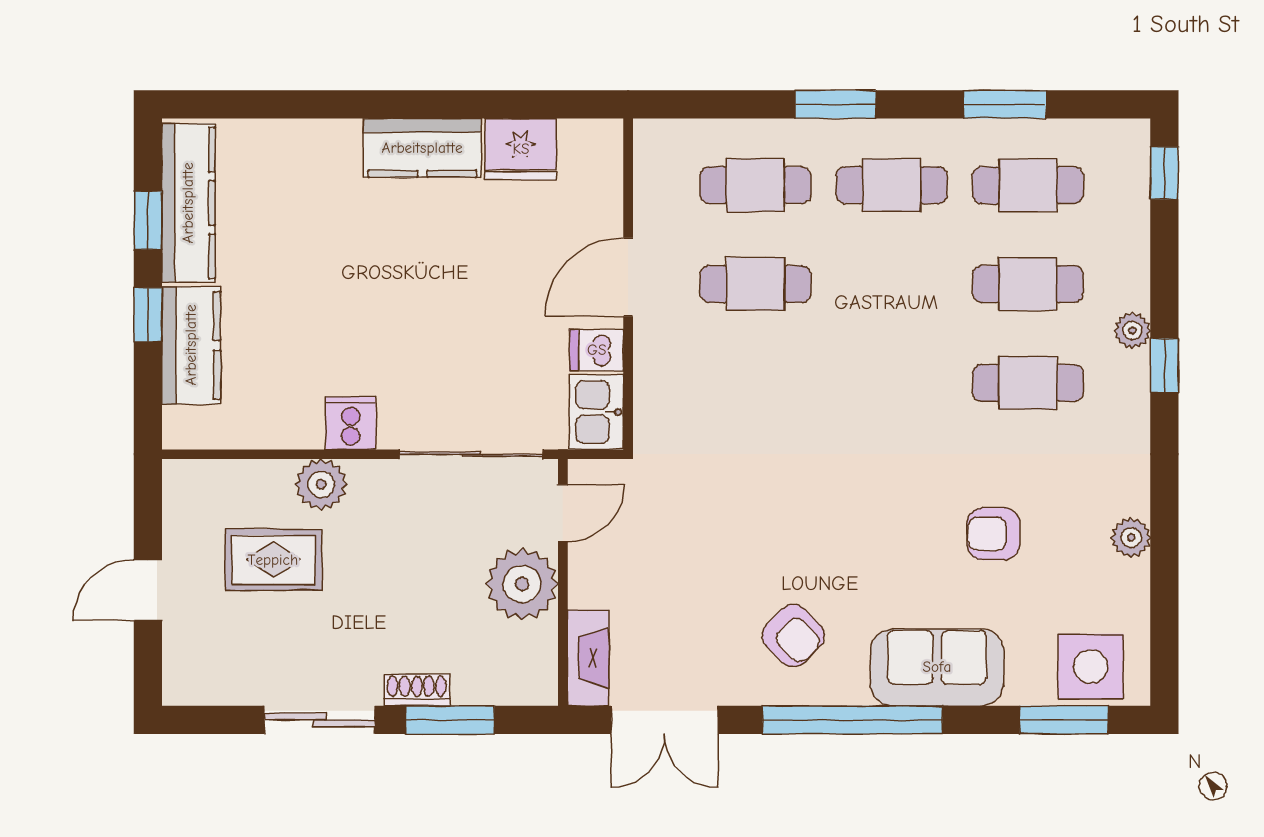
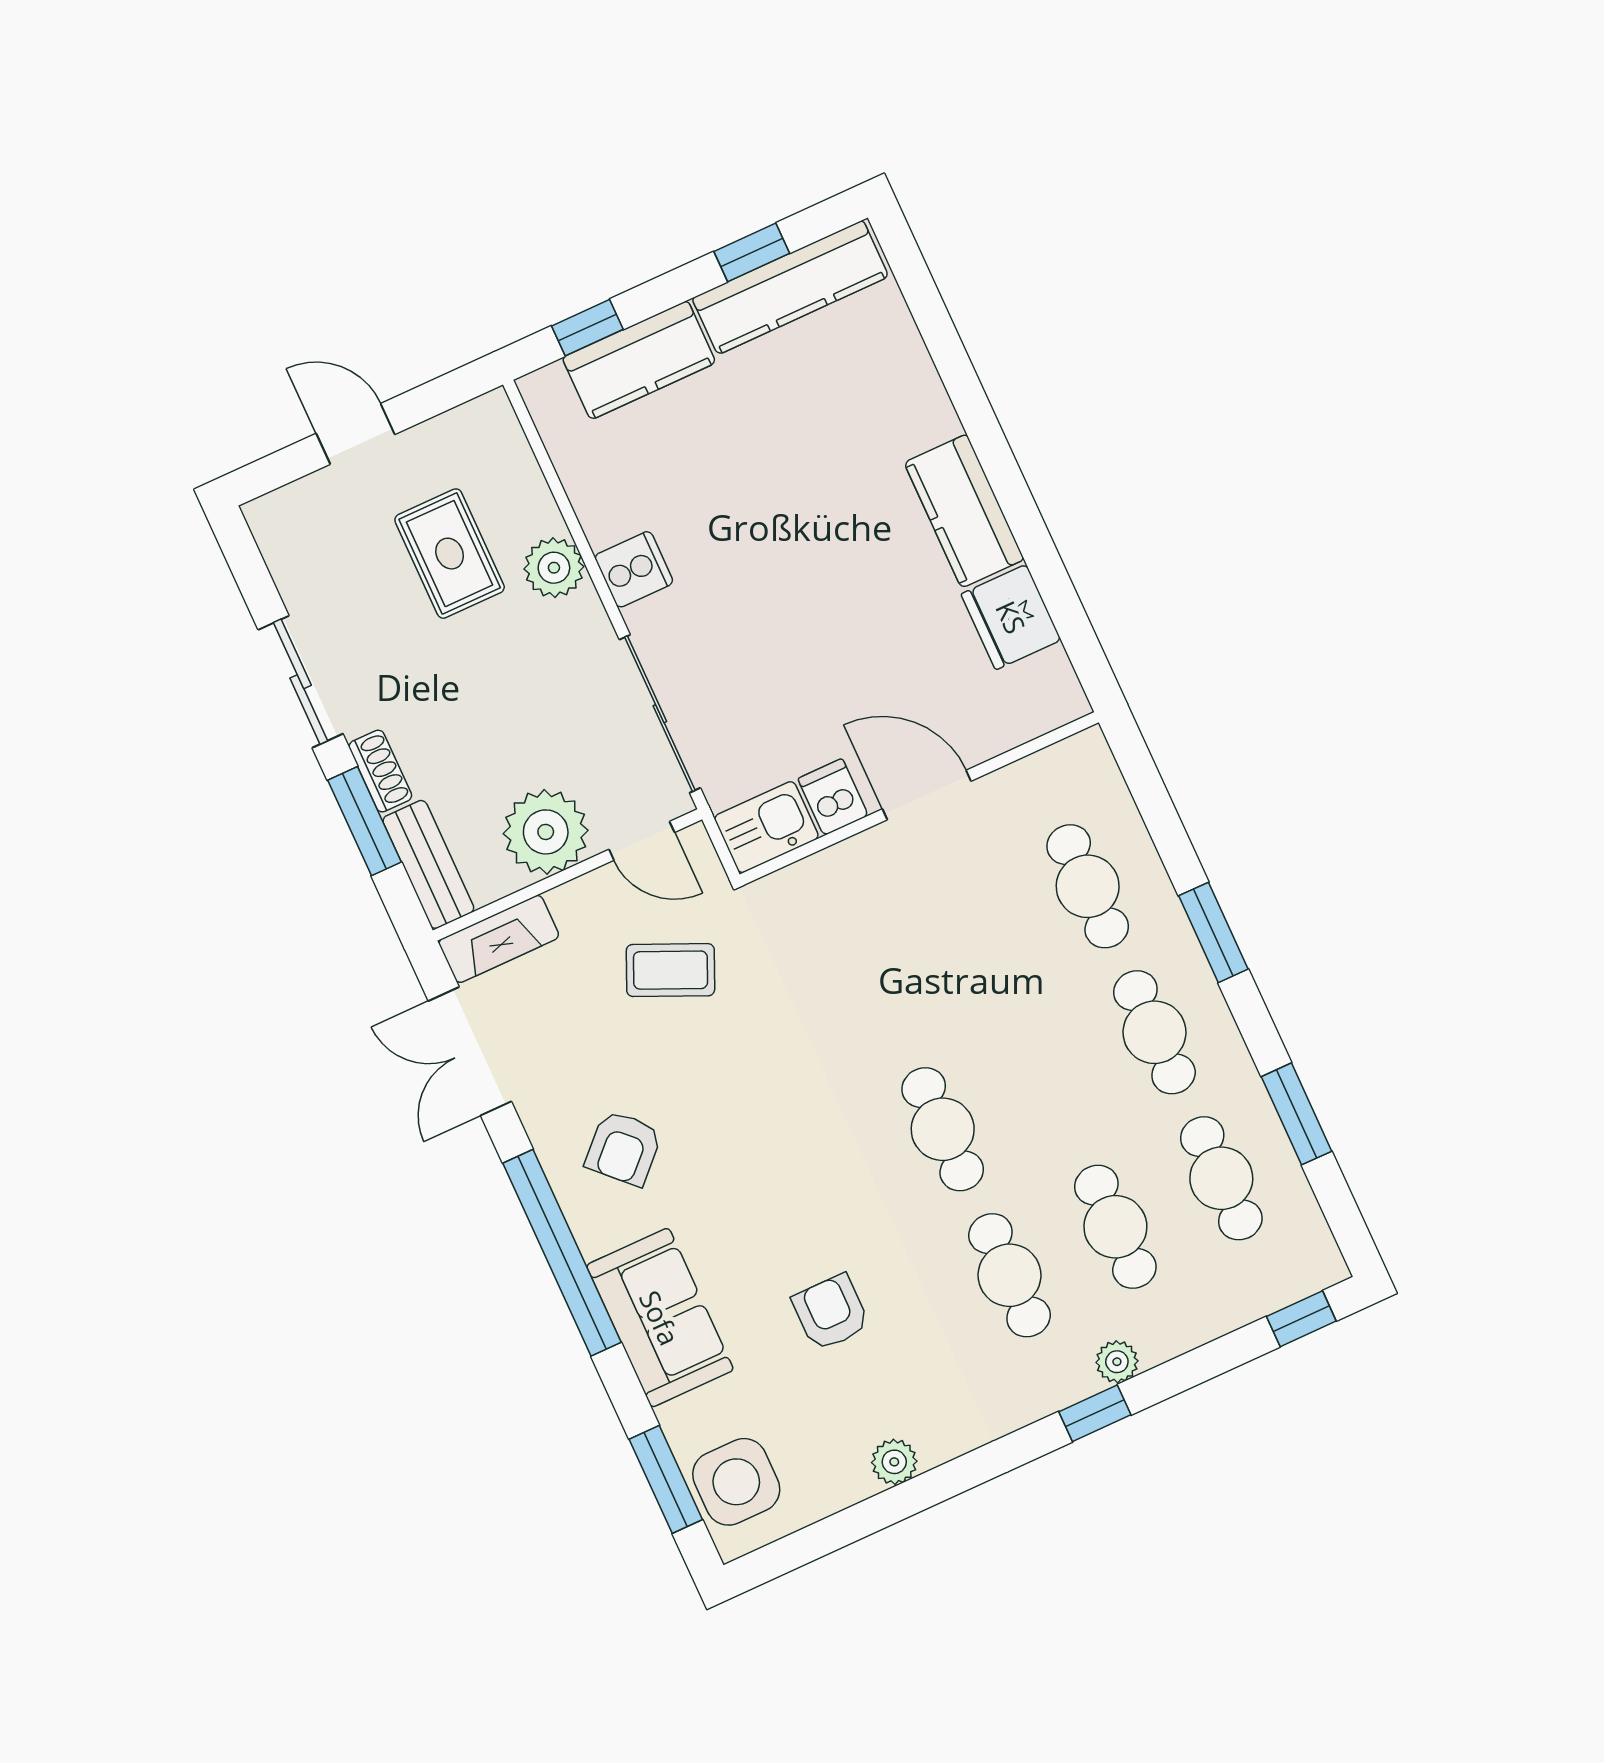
cafe table: (755, 284) -> (943, 1129), moved
window: (148, 315) -> (587, 328), moved
coffee table: (673, 537) -> (670, 970), added
bench: (506, 686) -> (428, 864), added

